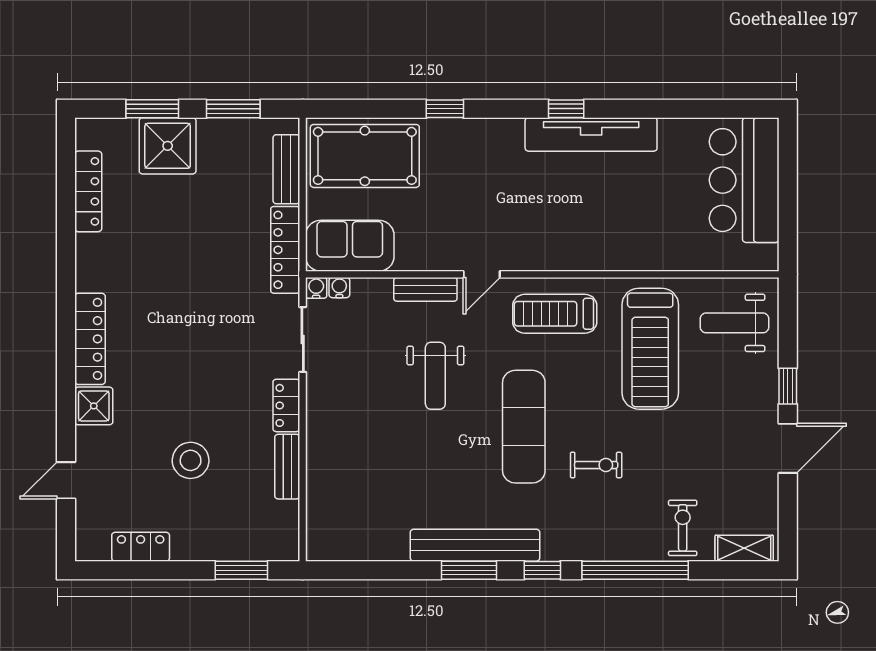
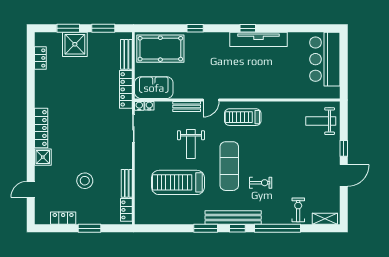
locker: (88, 191) -> (40, 58), width x0.66
treadmill: (650, 349) -> (178, 182), moved, turned 90
locker: (286, 405) -> (126, 210), moved
bench: (475, 545) -> (233, 217), moved
window: (241, 570) -> (89, 228), moved

